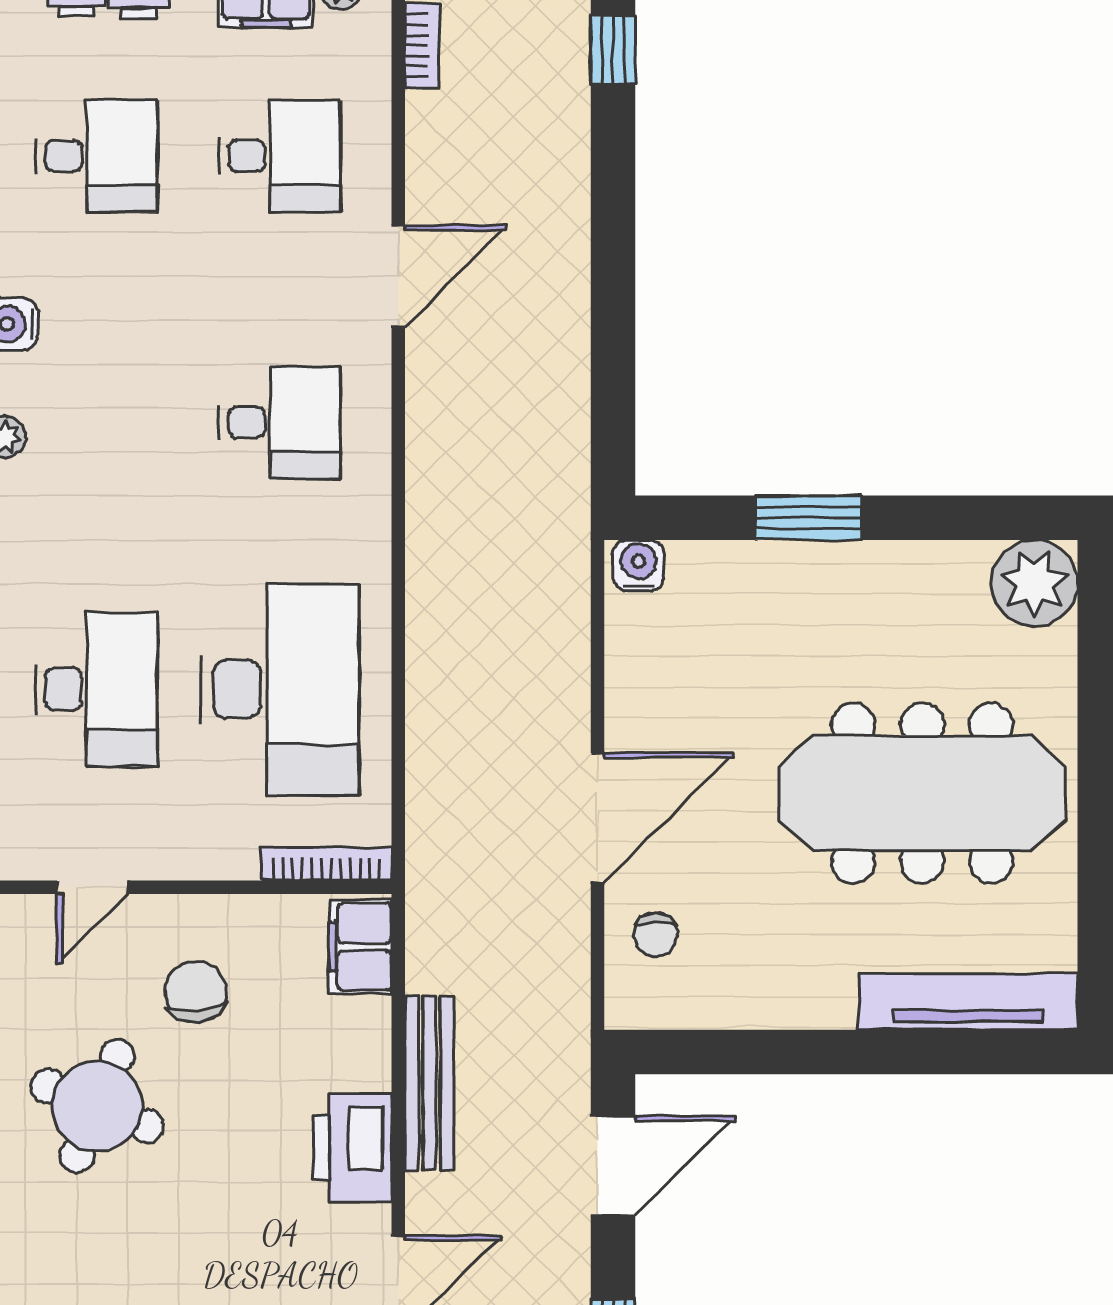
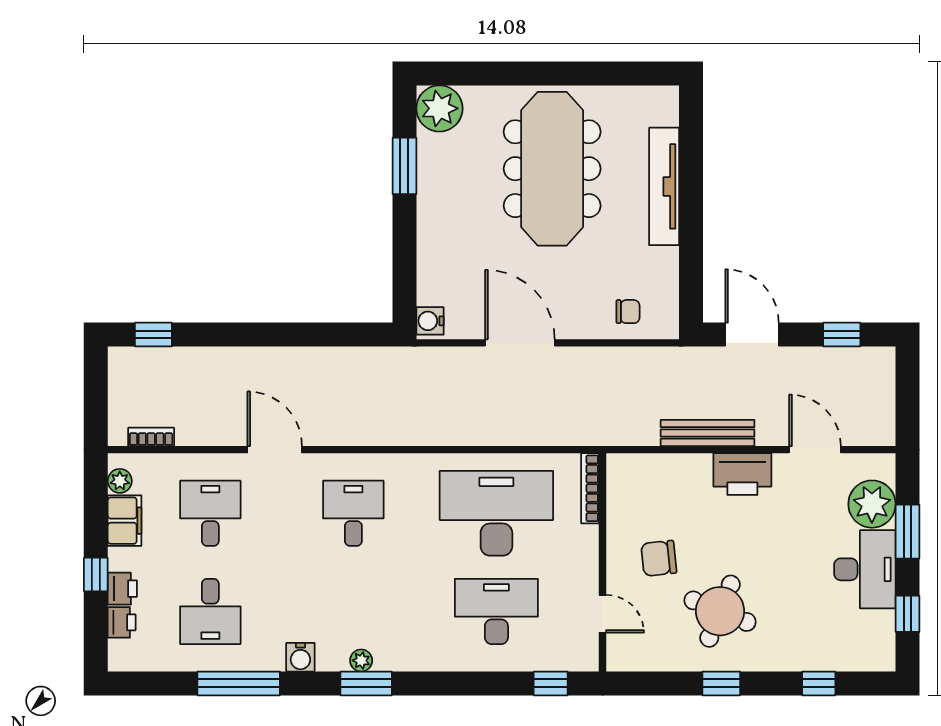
desk: (97, 156) -> (210, 611), turned 180
window: (809, 518) -> (404, 166), moved
door: (597, 817) -> (520, 343), moved
filing cabinet: (360, 947) -> (634, 470), removed
tv unit: (968, 1002) -> (664, 186), moved

